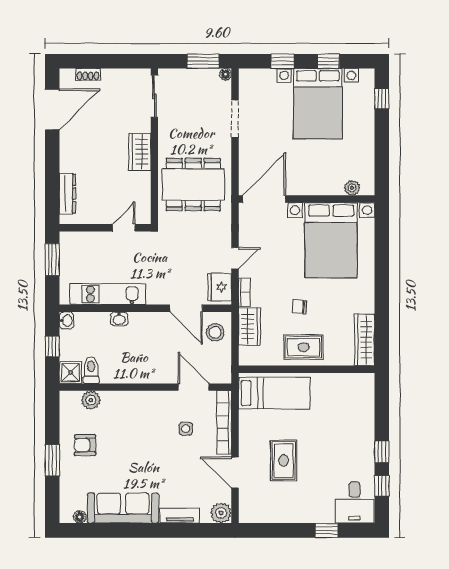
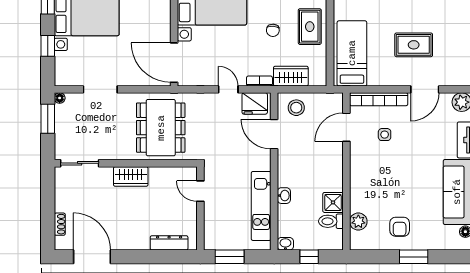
door: (186, 308) -> (274, 134), swing flipped
shower: (71, 372) -> (333, 202), moved

